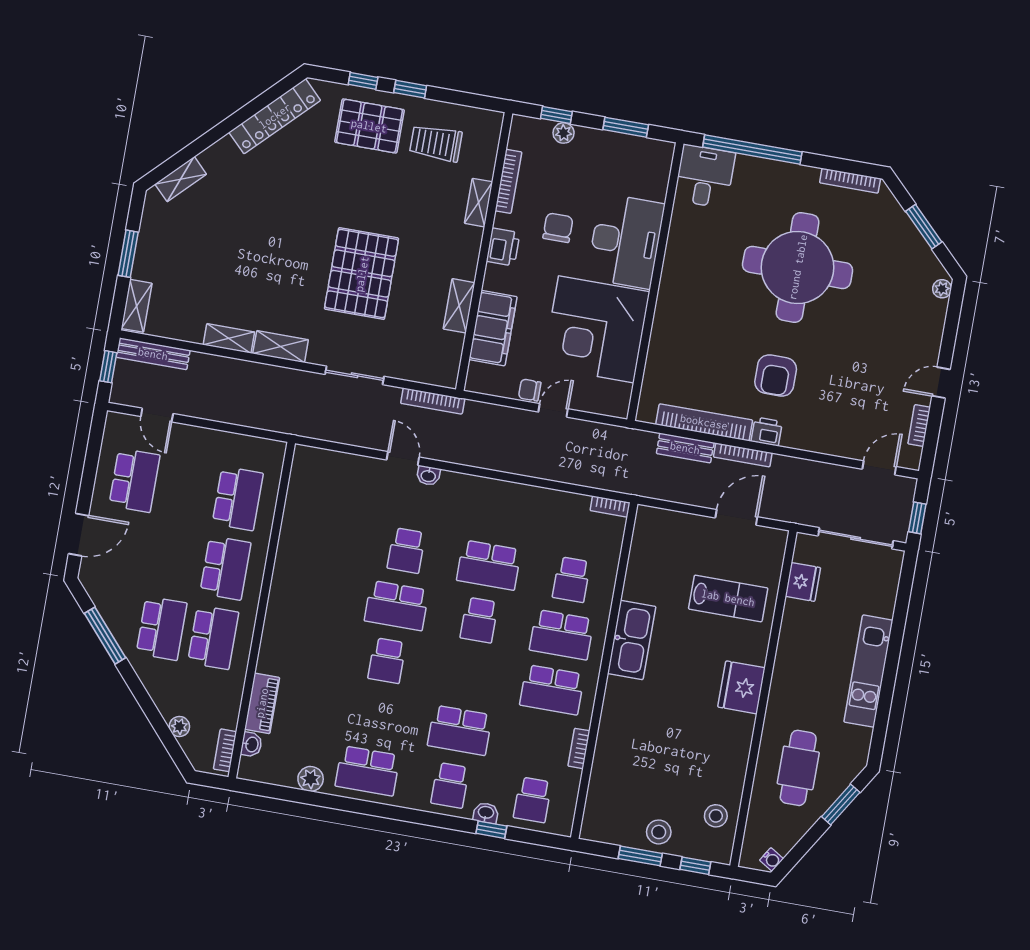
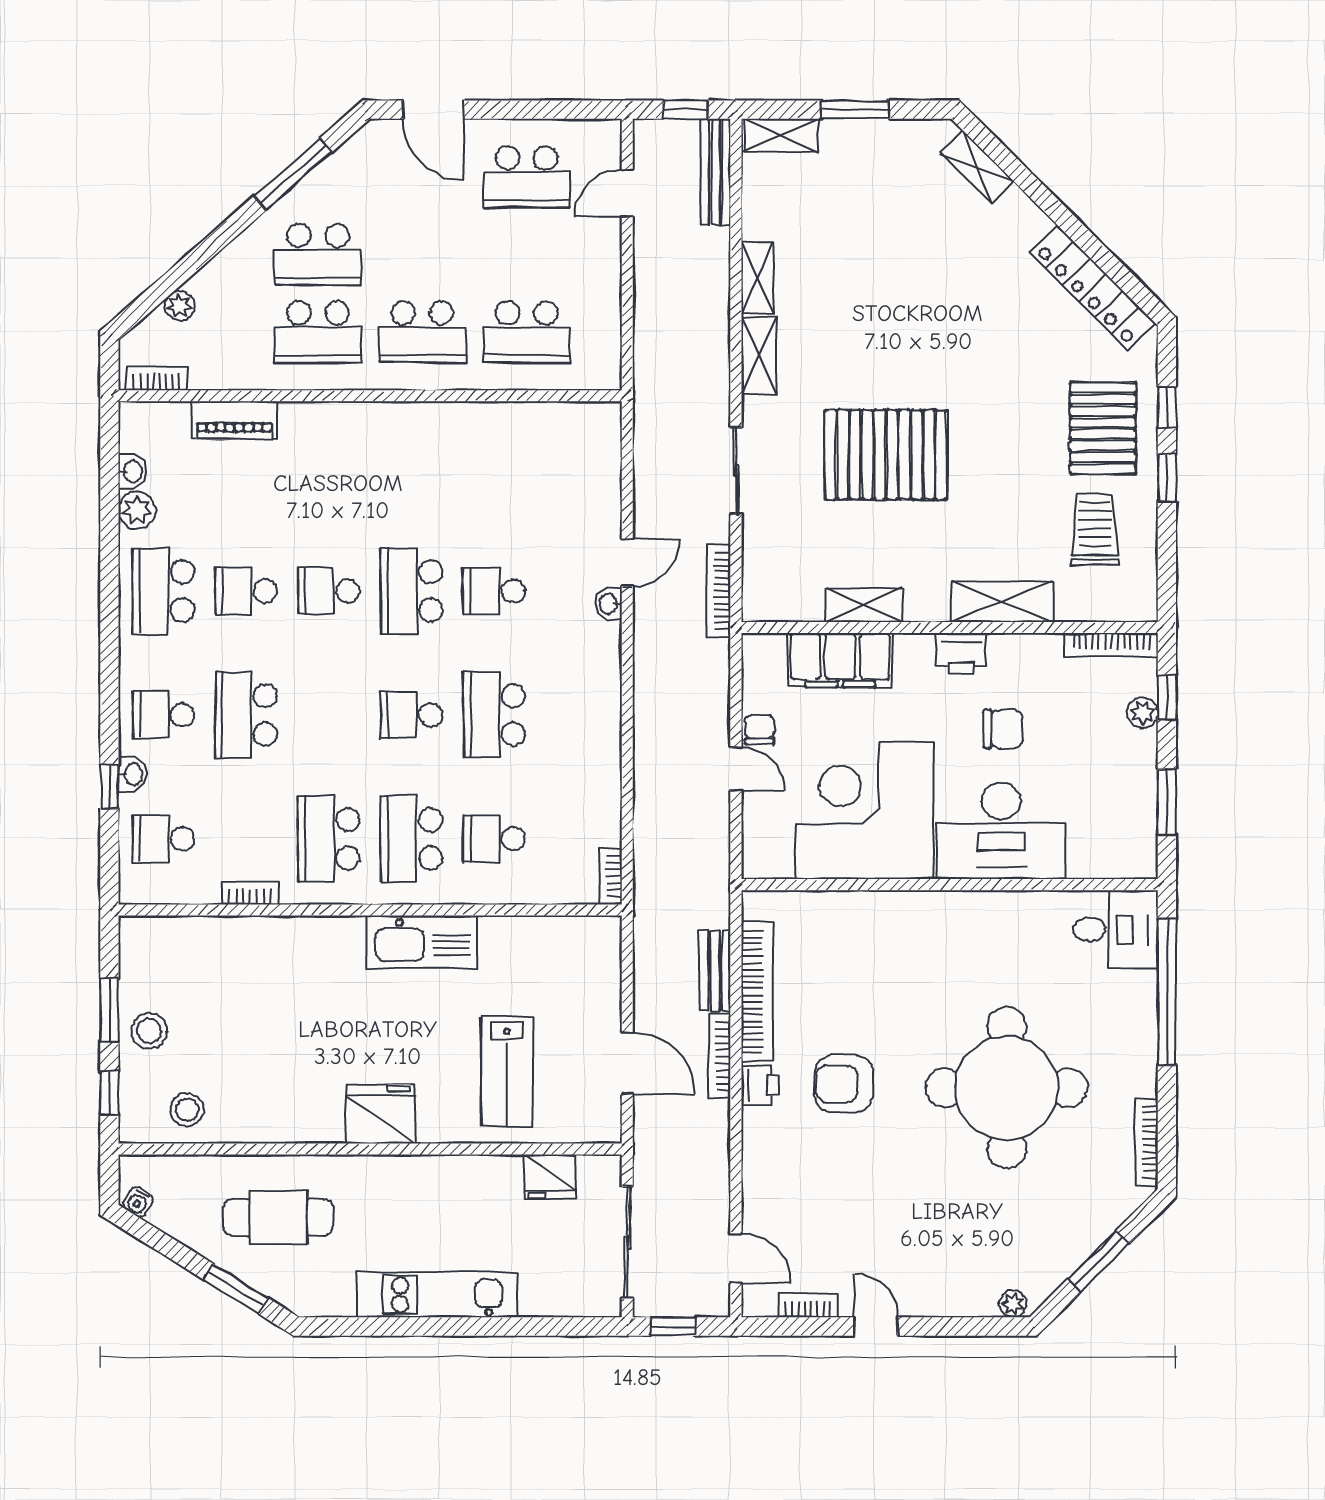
bookcase: (508, 181) -> (1111, 645), moved
shelving: (479, 203) -> (1002, 602), width x1.50, depth x1.33
school desk: (377, 716) -> (246, 591), added
washbasin: (251, 744) -> (132, 471), moved, turned -90

